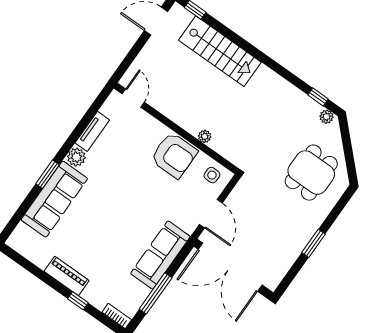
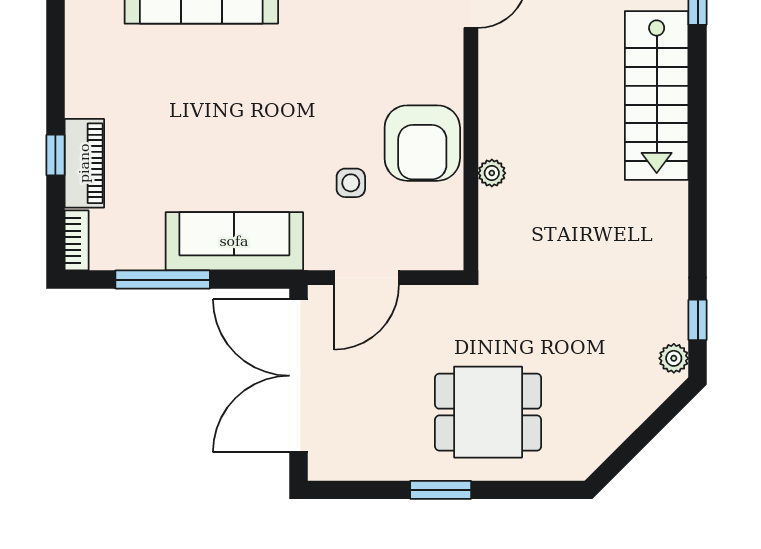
dining table: (311, 173) -> (488, 412), moved
side table: (212, 175) -> (351, 183), moved
piano: (67, 276) -> (84, 163), moved

